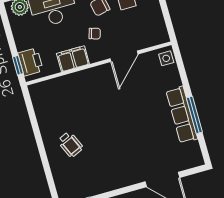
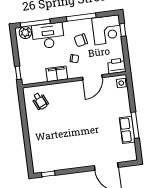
printer: (31, 62) -> (117, 66), moved, turned -90
row of seats: (182, 115) -> (127, 130), width x0.68
wheelchair: (70, 144) -> (40, 101), moved

